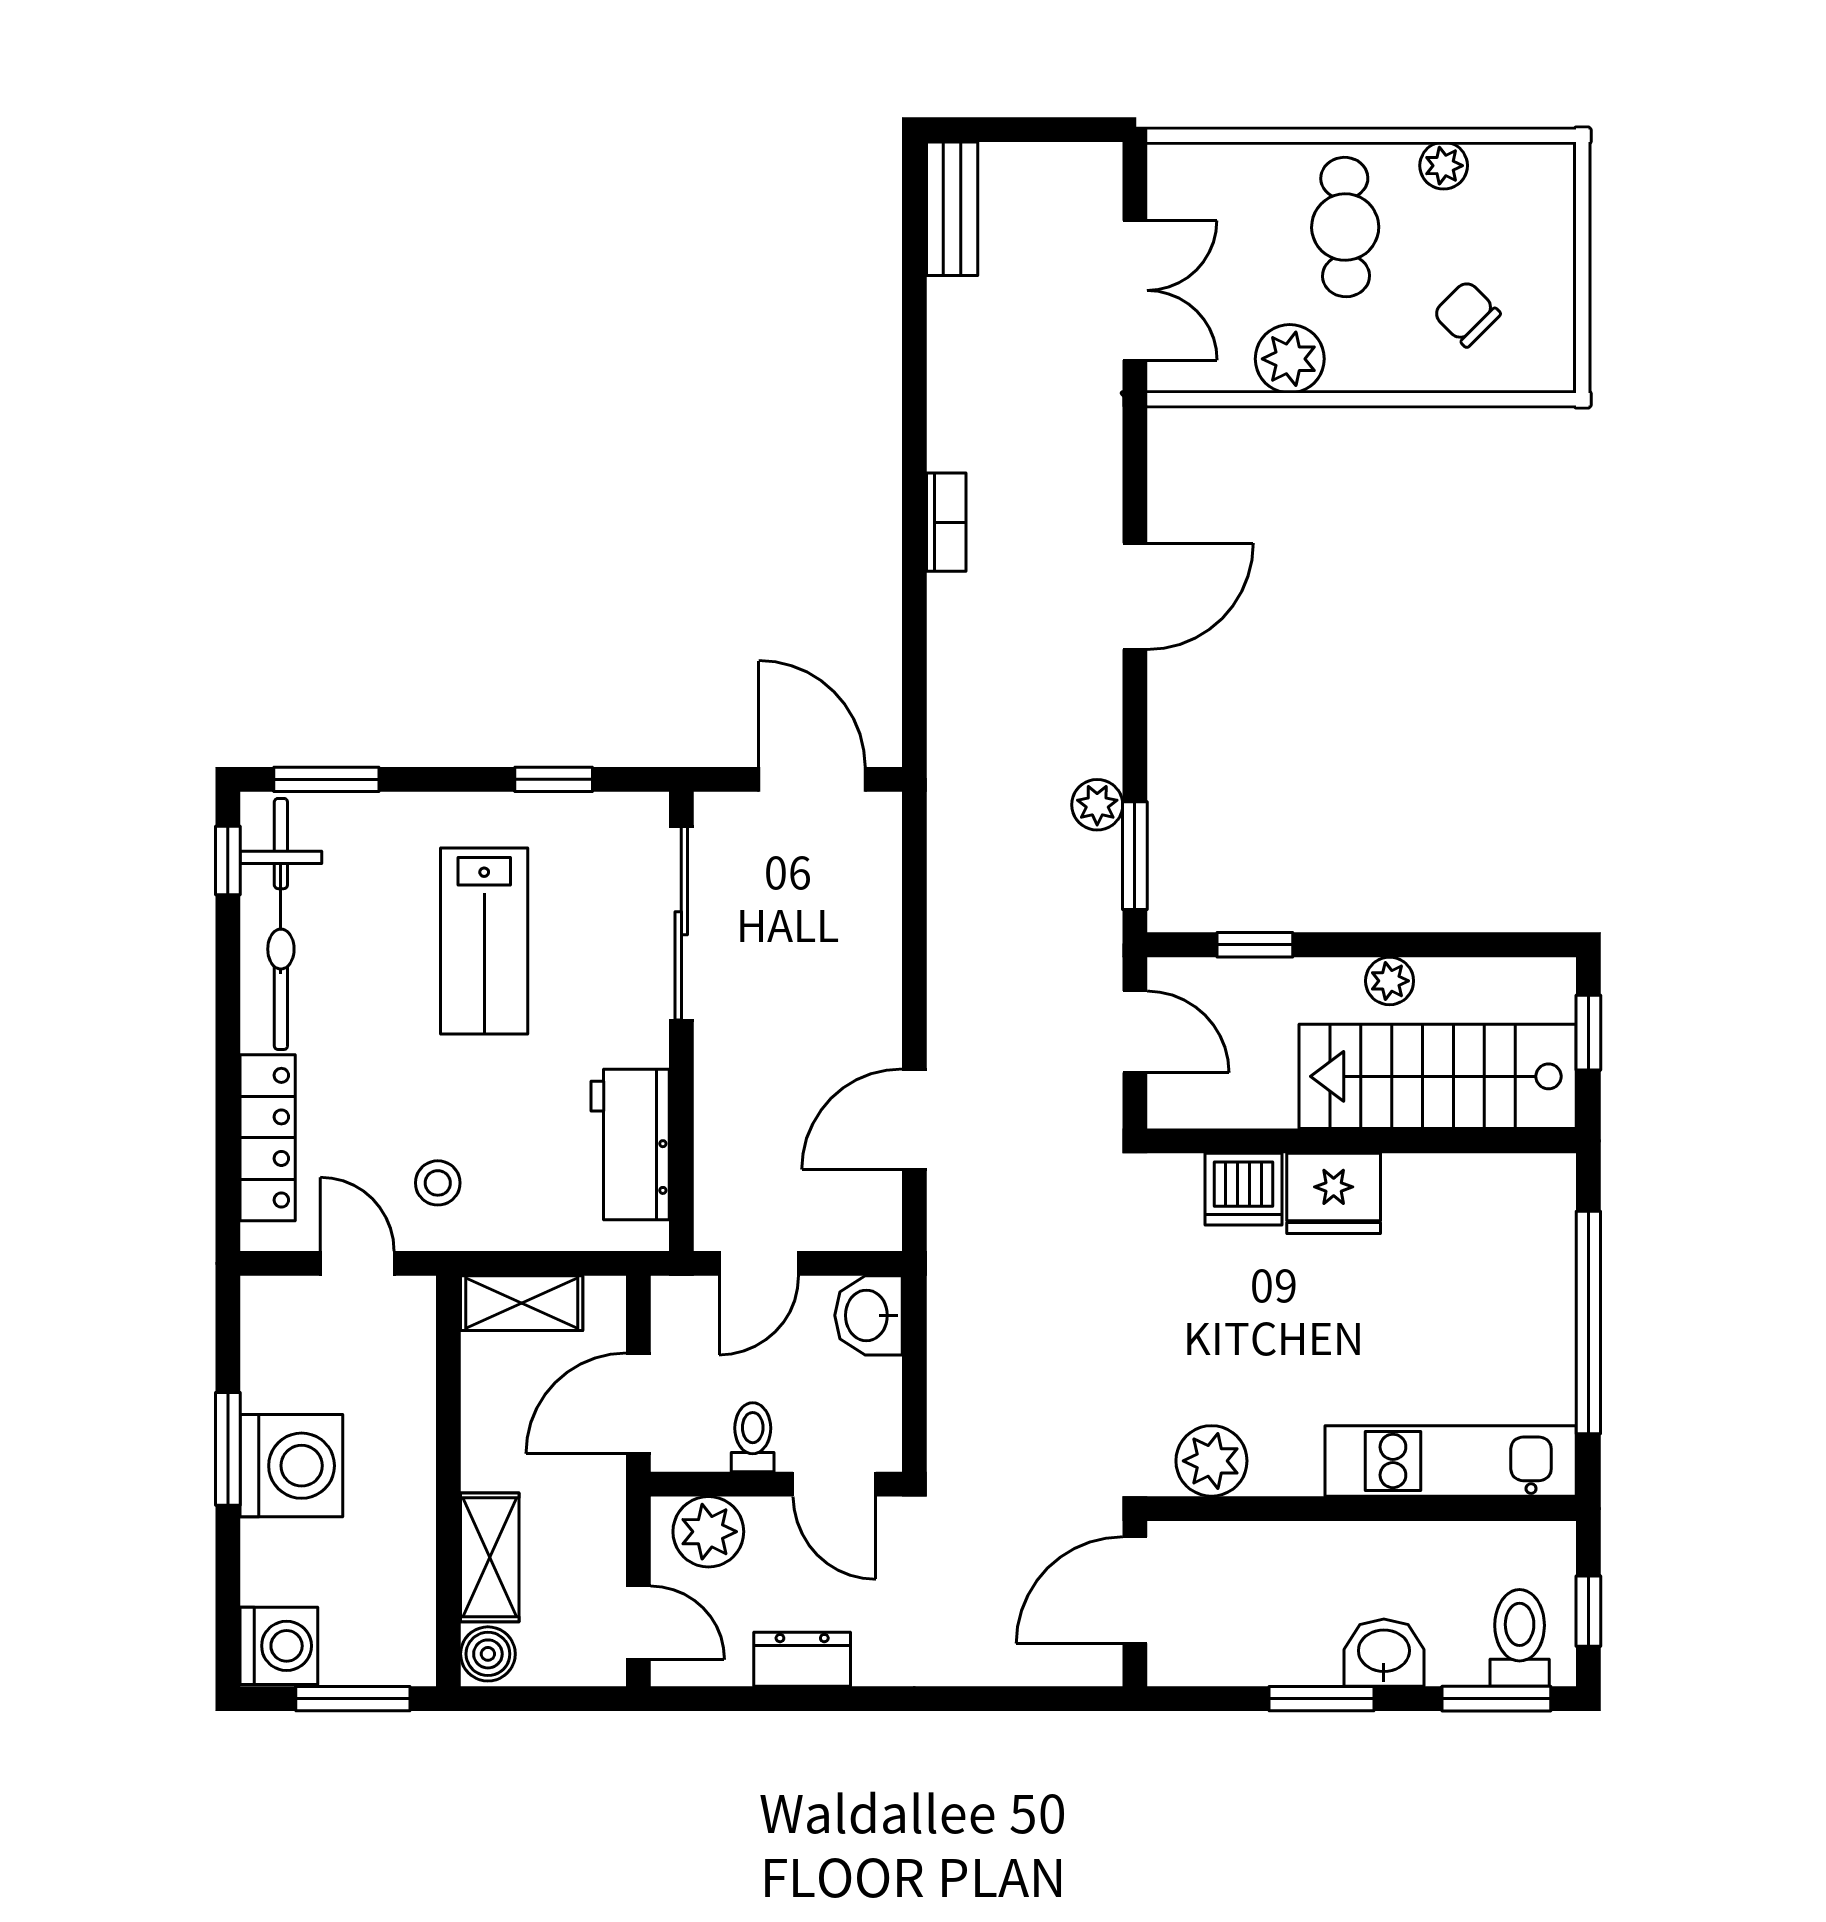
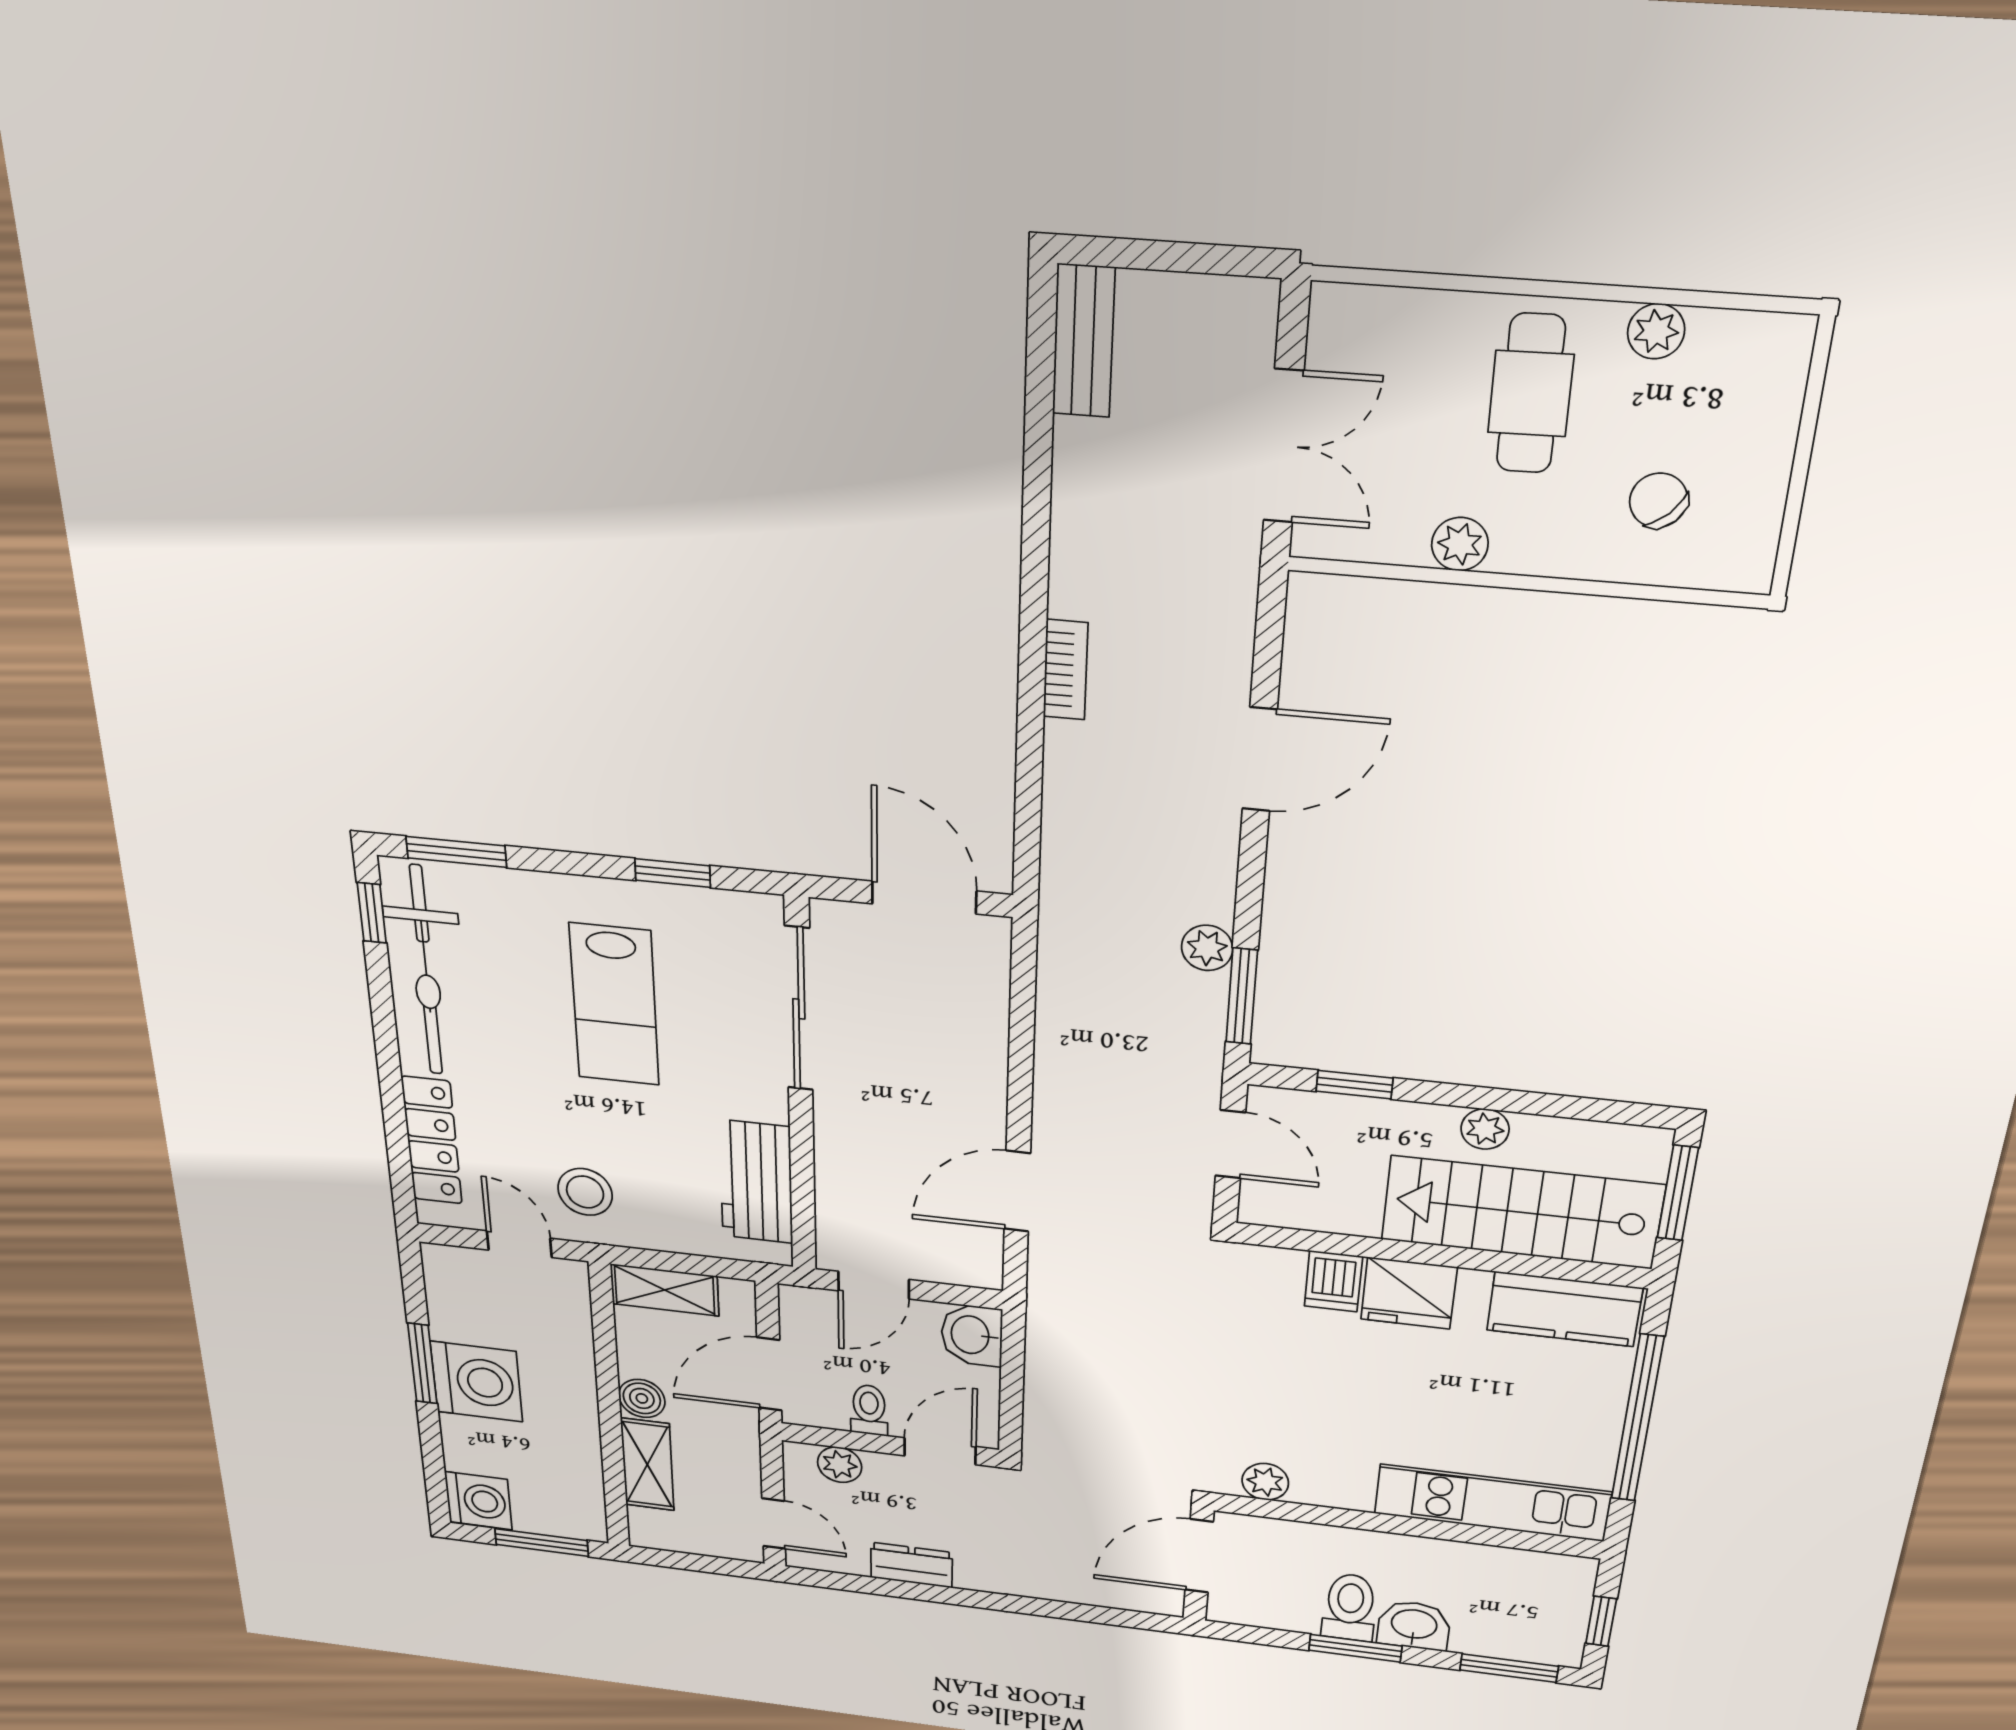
plant: (1290, 359) -> (1460, 544), width x0.73, depth x0.73
window: (1588, 1033) -> (1678, 1193), width x1.50
stool: (438, 1183) -> (585, 1192), width x1.37, depth x1.37
dishwasher: (1244, 1189) -> (1333, 1281), width x0.73
kitchen counter: (1495, 1191) -> (1564, 1309), added
plant: (1211, 1461) -> (1265, 1482), width x0.73, depth x0.73
door: (834, 1484) -> (940, 1451), swing flipped
plant: (708, 1532) -> (840, 1465), width x0.73, depth x0.73
toilet: (1520, 1638) -> (1350, 1607), moved
boiler: (488, 1654) -> (642, 1398), moved

